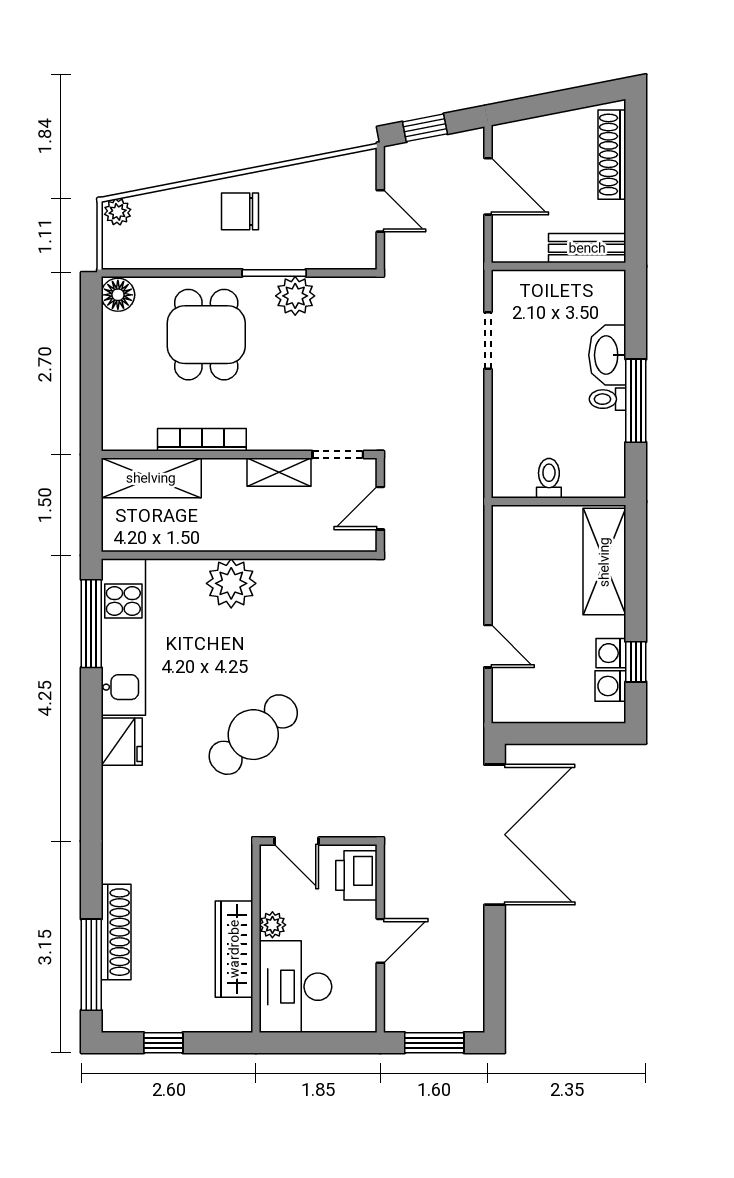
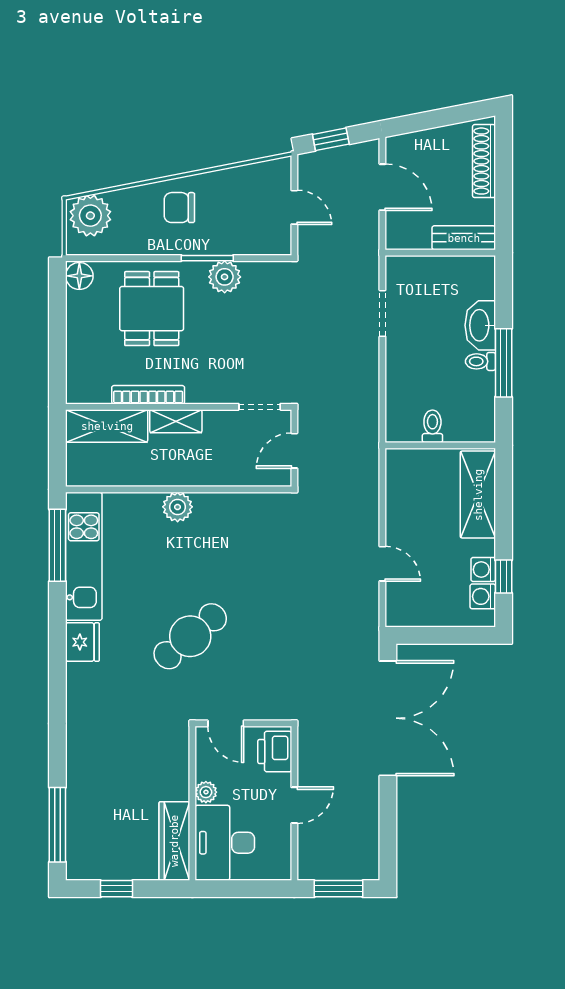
plant: (118, 212) -> (90, 216), width x1.87, depth x1.87
shelving: (279, 472) -> (176, 421), moved
plant: (231, 583) -> (178, 507), width x0.73, depth x0.73
shoe rack: (116, 932) -> (78, 798), removed
wardrobe: (234, 949) -> (174, 841), moved

